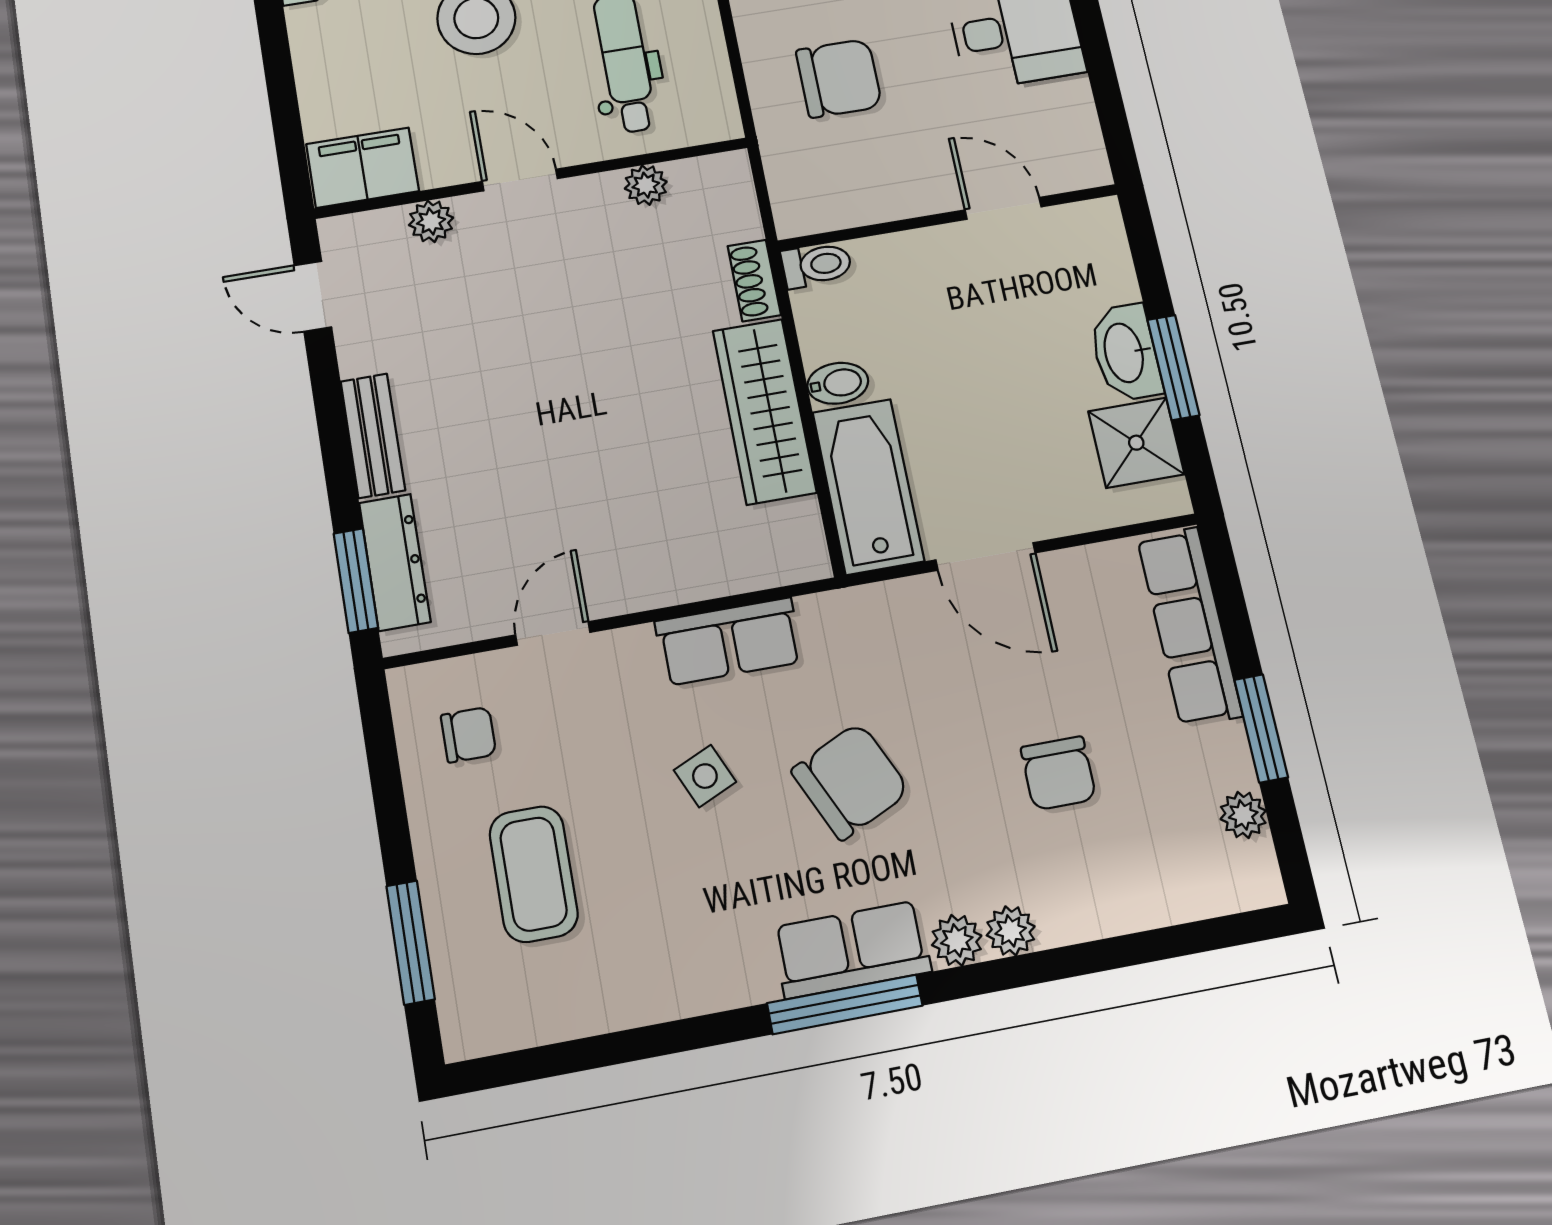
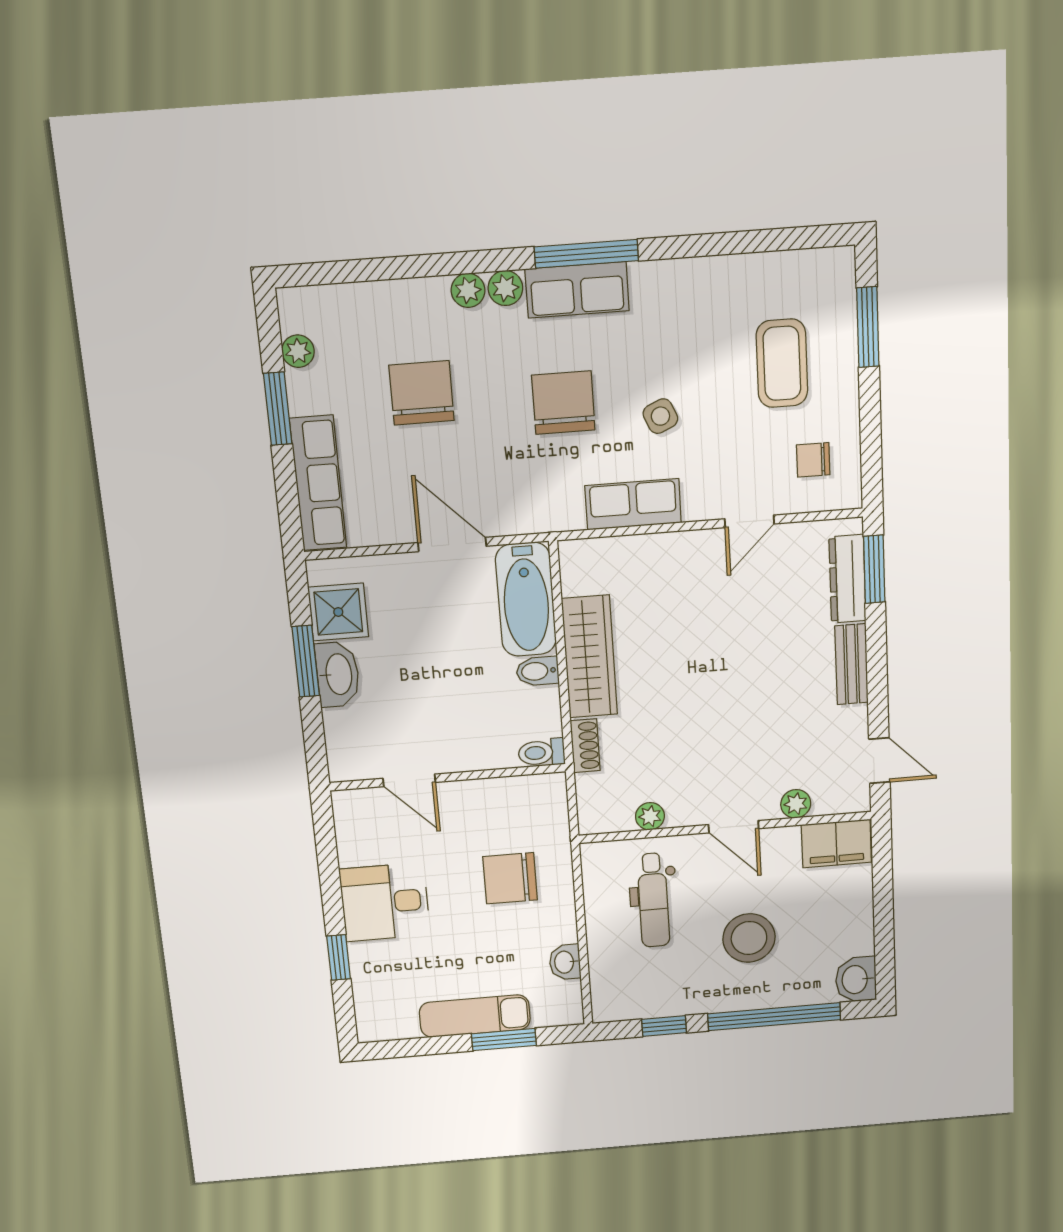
chair: (1058, 773) -> (422, 393), width x1.37, depth x1.37
chair: (850, 781) -> (563, 403), turned 115

